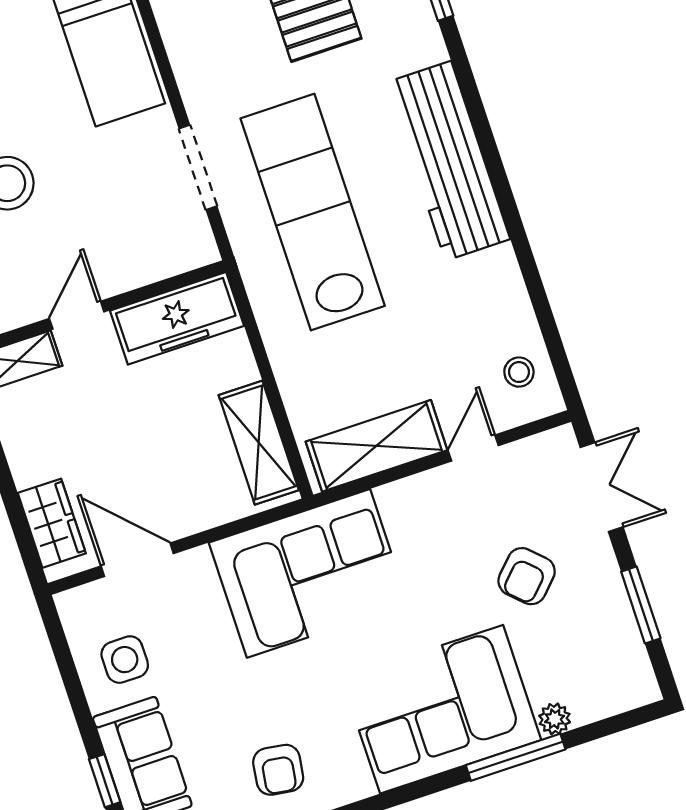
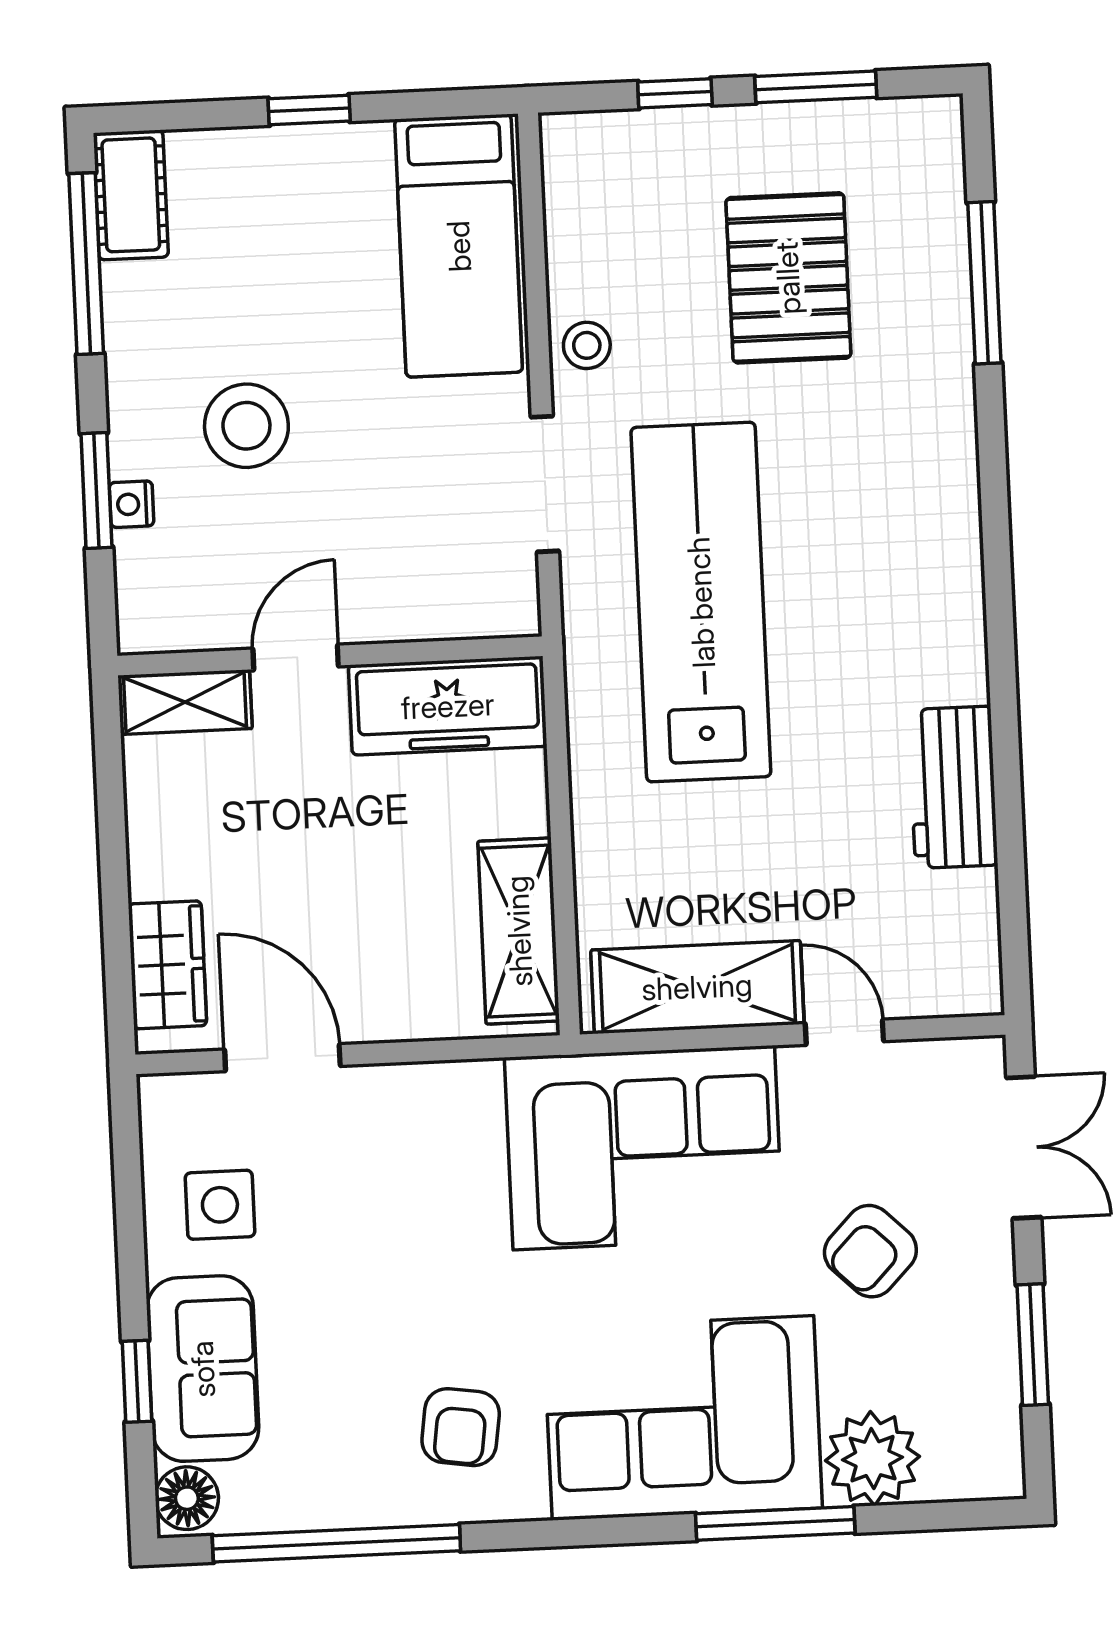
workbench: (448, 161) -> (953, 787), moved, width x0.53, depth x0.76
stool: (519, 372) -> (587, 345), moved
door: (473, 448) -> (844, 1032), hinge flipped
corner sofa: (308, 573) -> (644, 1148), moved
plant: (555, 719) -> (873, 1459), width x1.87, depth x1.87
armchair: (278, 770) -> (461, 1427), moved

